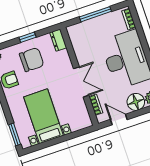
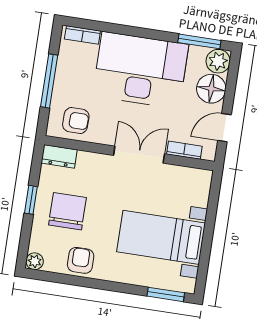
armchair: (82, 39) -> (76, 120), added

